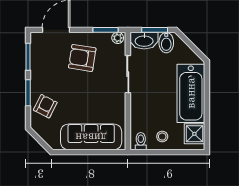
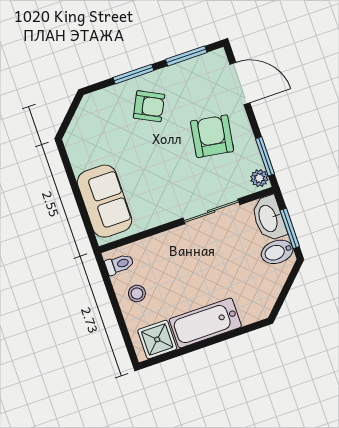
bathtub: (191, 93) -> (205, 323), width x0.73, depth x0.73
armchair: (45, 106) -> (149, 106), moved
sofa: (91, 137) -> (105, 201), width x0.73

